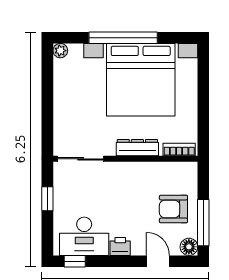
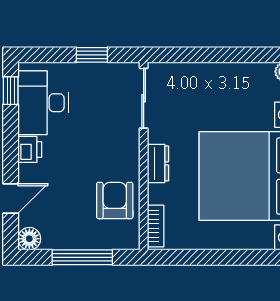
dresser: (137, 148) -> (158, 163), width x0.70
armchair: (173, 209) -> (115, 200), moved
window: (203, 223) -> (82, 257), moved

